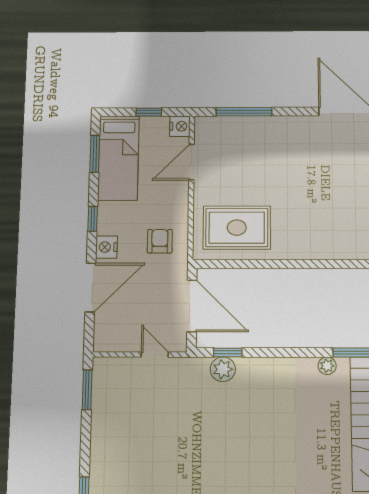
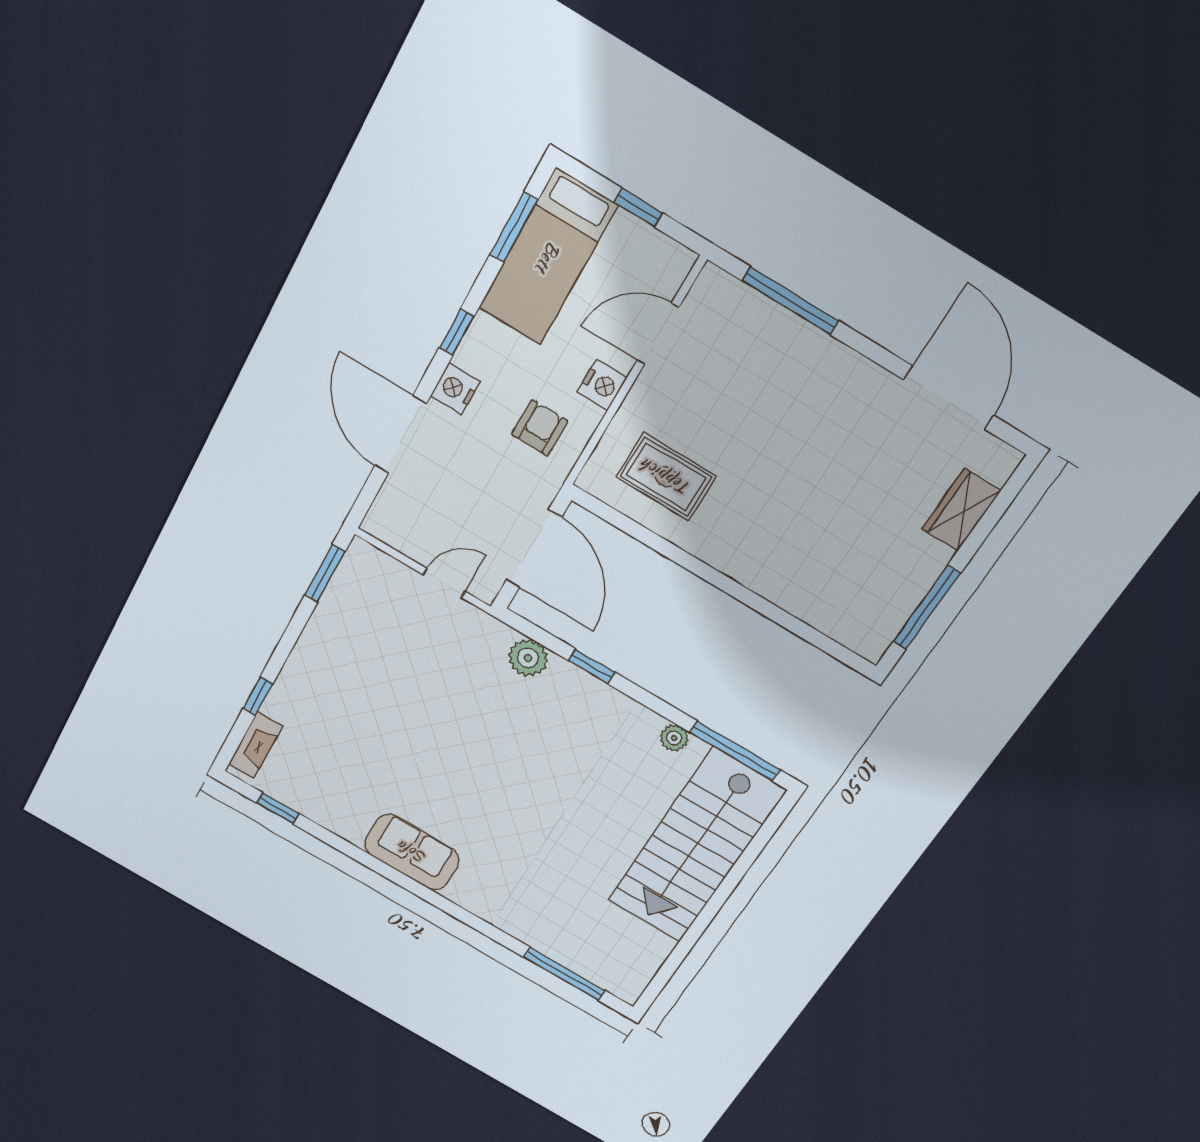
nightstand: (180, 126) -> (602, 385), moved
rug: (237, 228) -> (666, 477), width x0.73, depth x0.70
door: (90, 288) -> (401, 435), swing flipped
window: (228, 352) -> (591, 666), moved
door: (155, 355) -> (444, 583), hinge flipped

